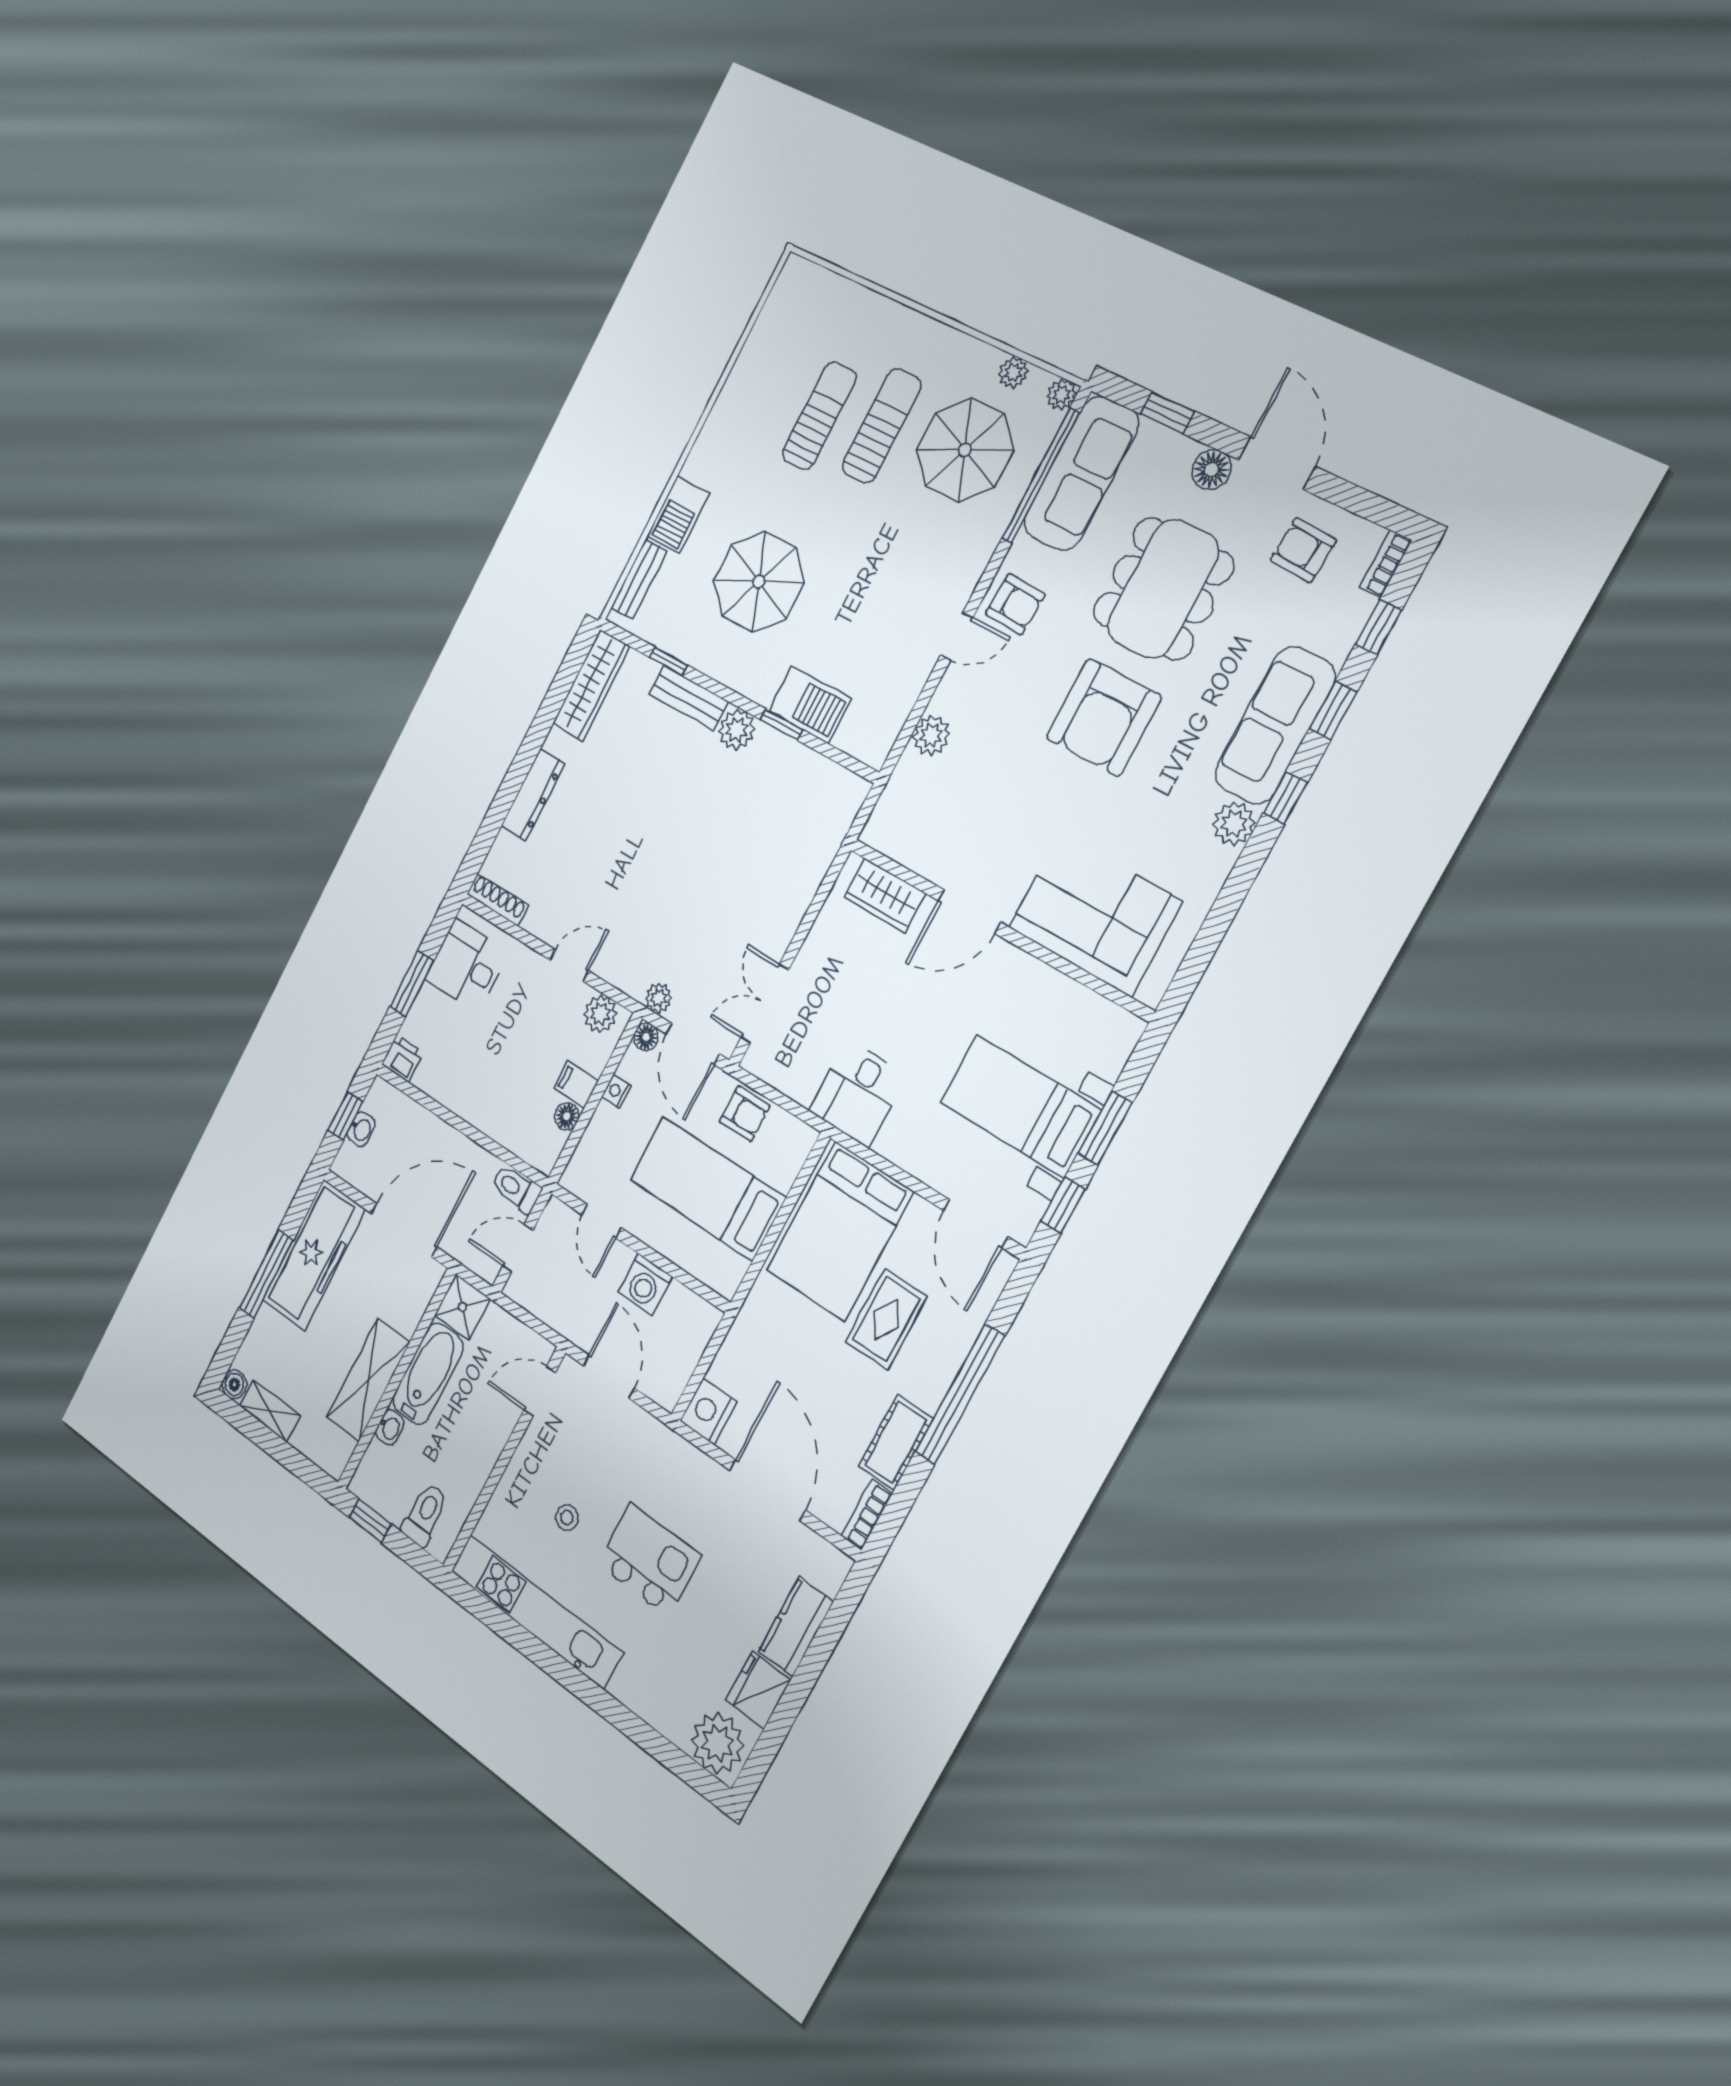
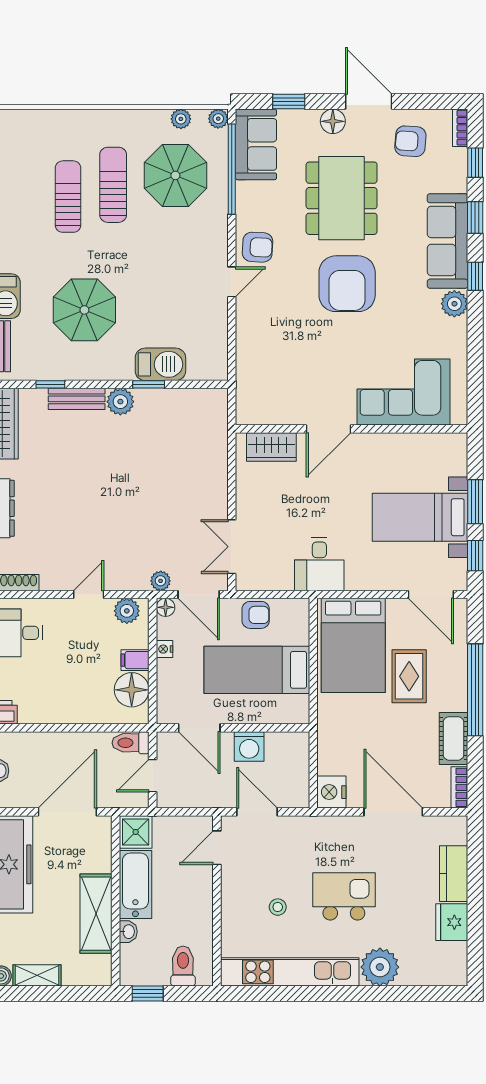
sofa: (1081, 474) -> (256, 144), width x0.73
plant: (931, 735) -> (248, 344), removed
floor lamp: (567, 1116) -> (132, 690), width x1.89, depth x1.89
door: (602, 1221) -> (199, 728), width x1.38
plant: (718, 1743) -> (380, 967), moved

